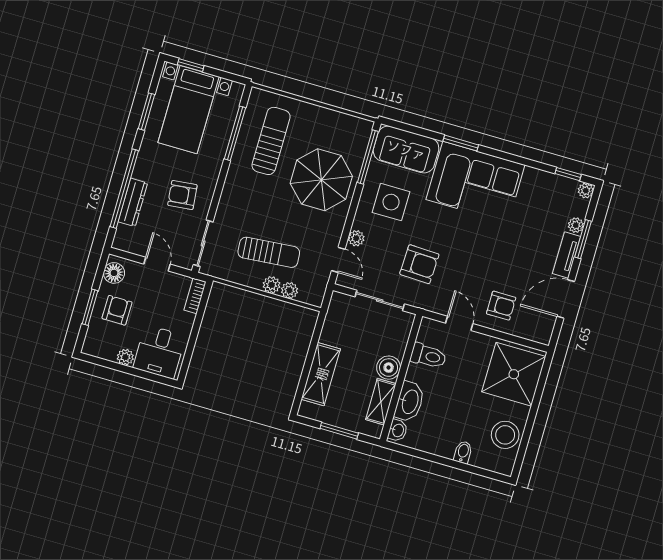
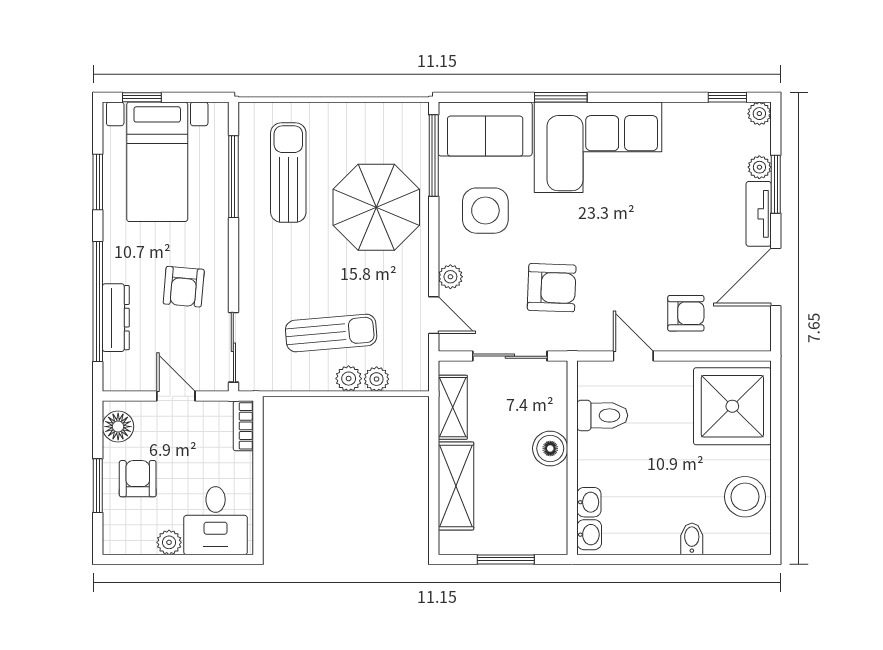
armchair: (182, 195) -> (184, 287), turned -79
shelving: (381, 402) -> (453, 407), moved
washbasin: (410, 402) -> (589, 502), width x0.52, depth x0.69

